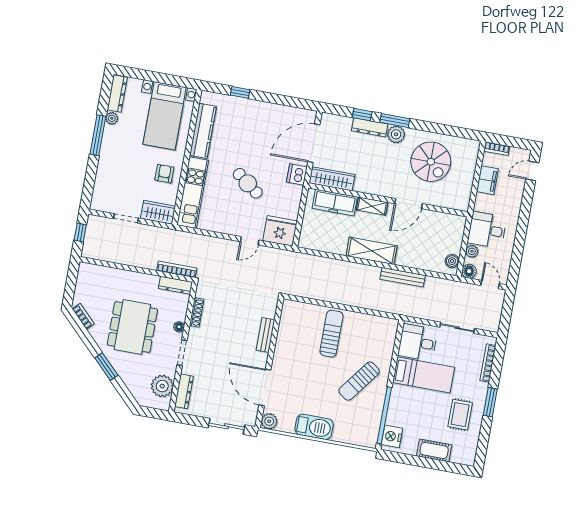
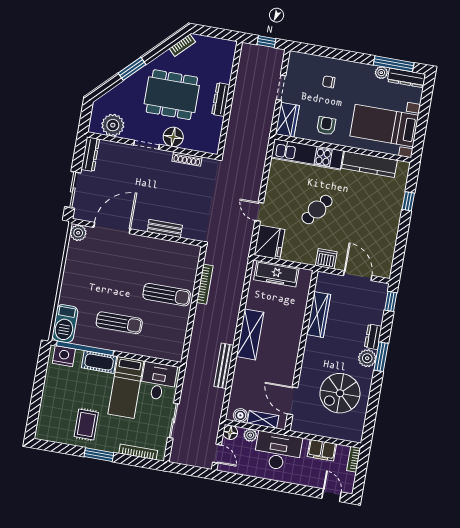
window: (362, 115) -> (391, 301), moved
dresser: (370, 127) -> (373, 337), width x0.70
window: (98, 135) -> (394, 64), moved
door: (314, 143) -> (358, 276), width x0.73
chair: (121, 171) -> (329, 82), added
armchair: (164, 174) -> (326, 126), turned -90
wardrobe: (332, 179) -> (319, 315), moved
freezer: (335, 203) -> (276, 274), moved, turned -90
door: (408, 204) -> (293, 401), moved
shelving: (372, 206) -> (263, 419), moved, turned 90
desk: (487, 230) -> (278, 451), width x1.37
bookcase: (177, 269) -> (205, 284), moved
dresser: (175, 285) -> (221, 99), moved
door: (490, 285) -> (217, 454), hinge flipped
floor lamp: (179, 327) -> (173, 137), width x1.89, depth x1.89
sun lounger: (359, 381) -> (119, 323), turned 143
dresser: (184, 391) -> (90, 154), moved, turned -90
rug: (460, 415) -> (86, 425), turned 90
barbecue: (314, 427) -> (65, 324), moved
cot: (434, 450) -> (99, 362), moved, turned 90

